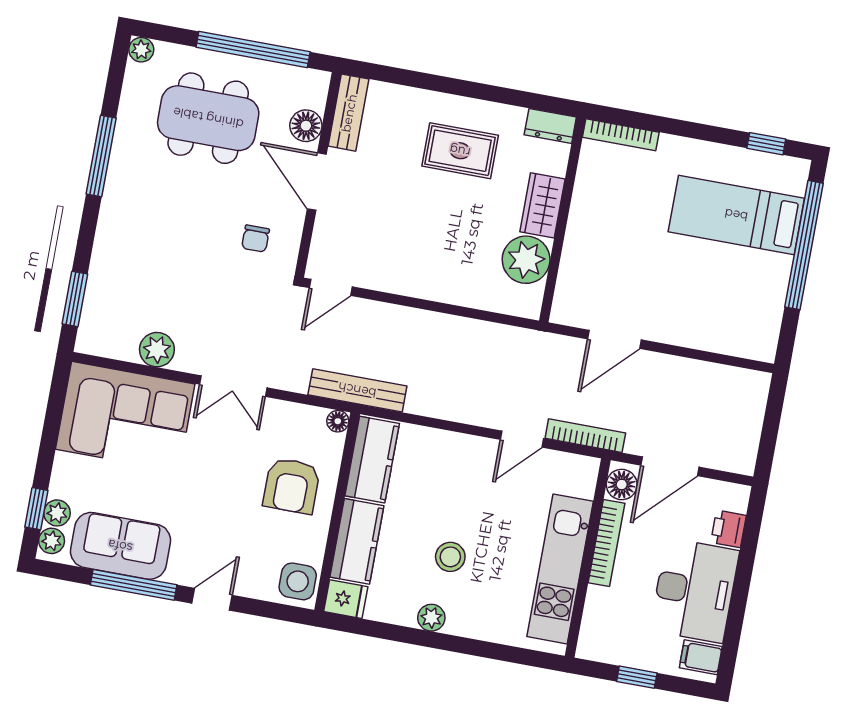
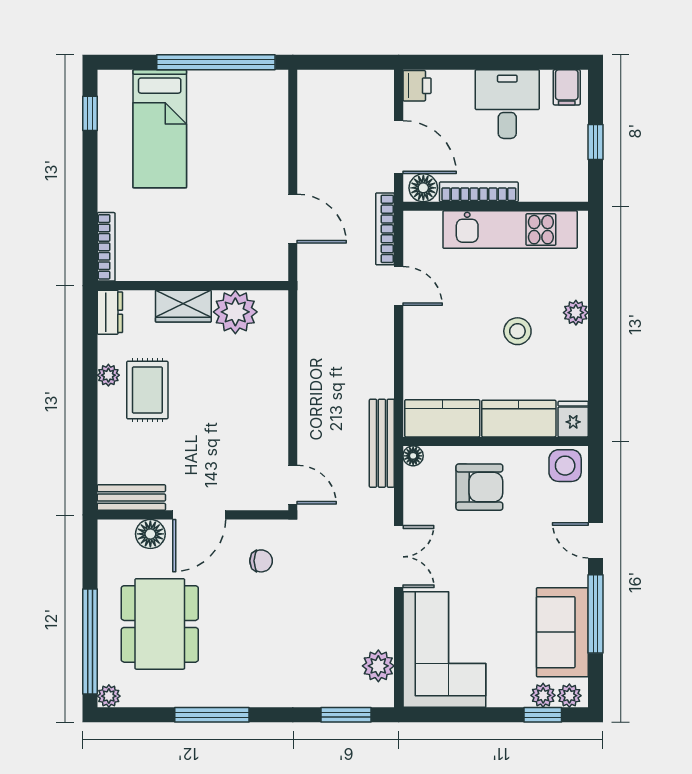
window: (253, 50) -> (90, 642), moved
plant: (483, 112) -> (108, 375), added
window: (804, 245) -> (216, 62), moved
plant: (157, 350) -> (378, 666), moved
printer: (728, 529) -> (417, 86), moved, turned -90
desk: (695, 591) -> (507, 104), width x0.73
plant: (431, 618) -> (576, 313), moved

